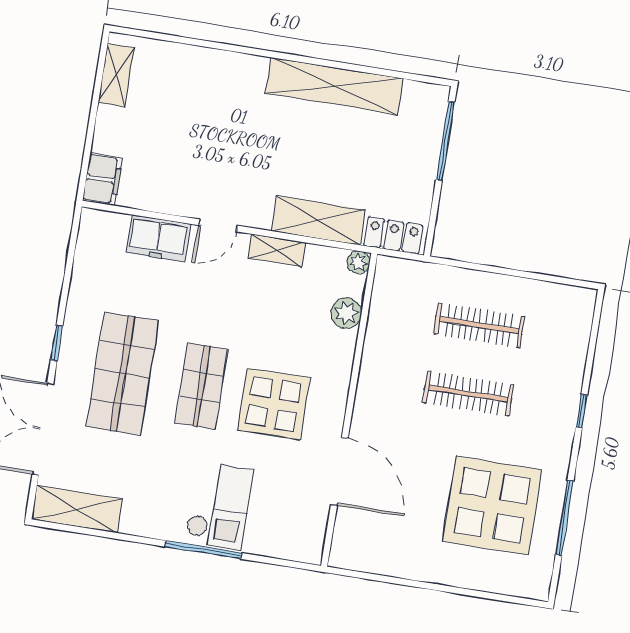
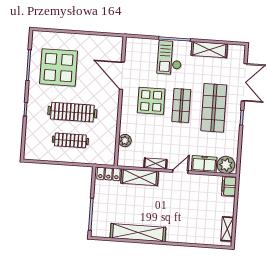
plant: (358, 262) -> (226, 165), moved, width x1.87, depth x1.87
clothes rail: (468, 394) -> (72, 112), width x1.37, depth x1.31
shelving: (77, 509) -> (209, 50), moved

